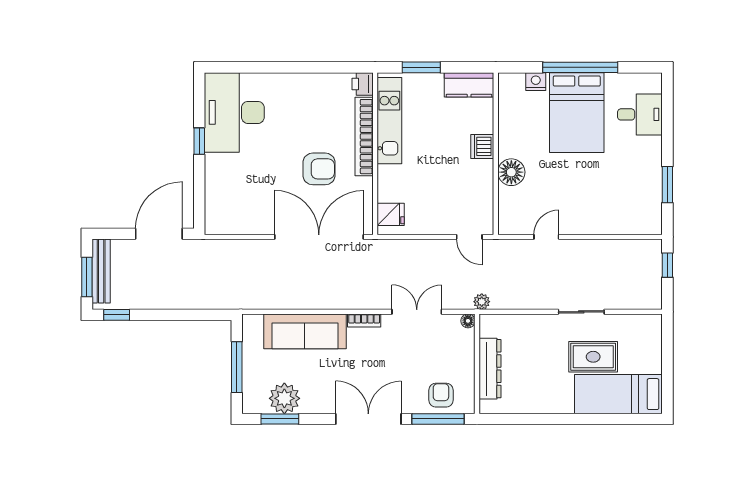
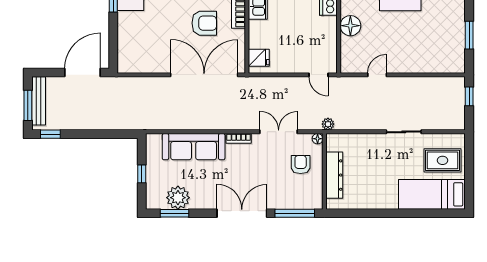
rug: (593, 357) -> (442, 160), moved
window: (237, 367) -> (142, 174), width x0.46
armchair: (441, 395) -> (301, 165), moved

